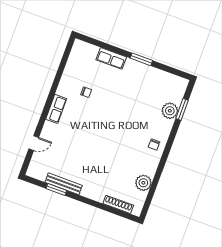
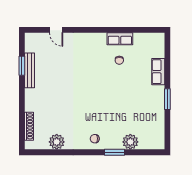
row of seats: (56, 109) -> (120, 39), moved
window: (182, 109) -> (114, 152), moved

